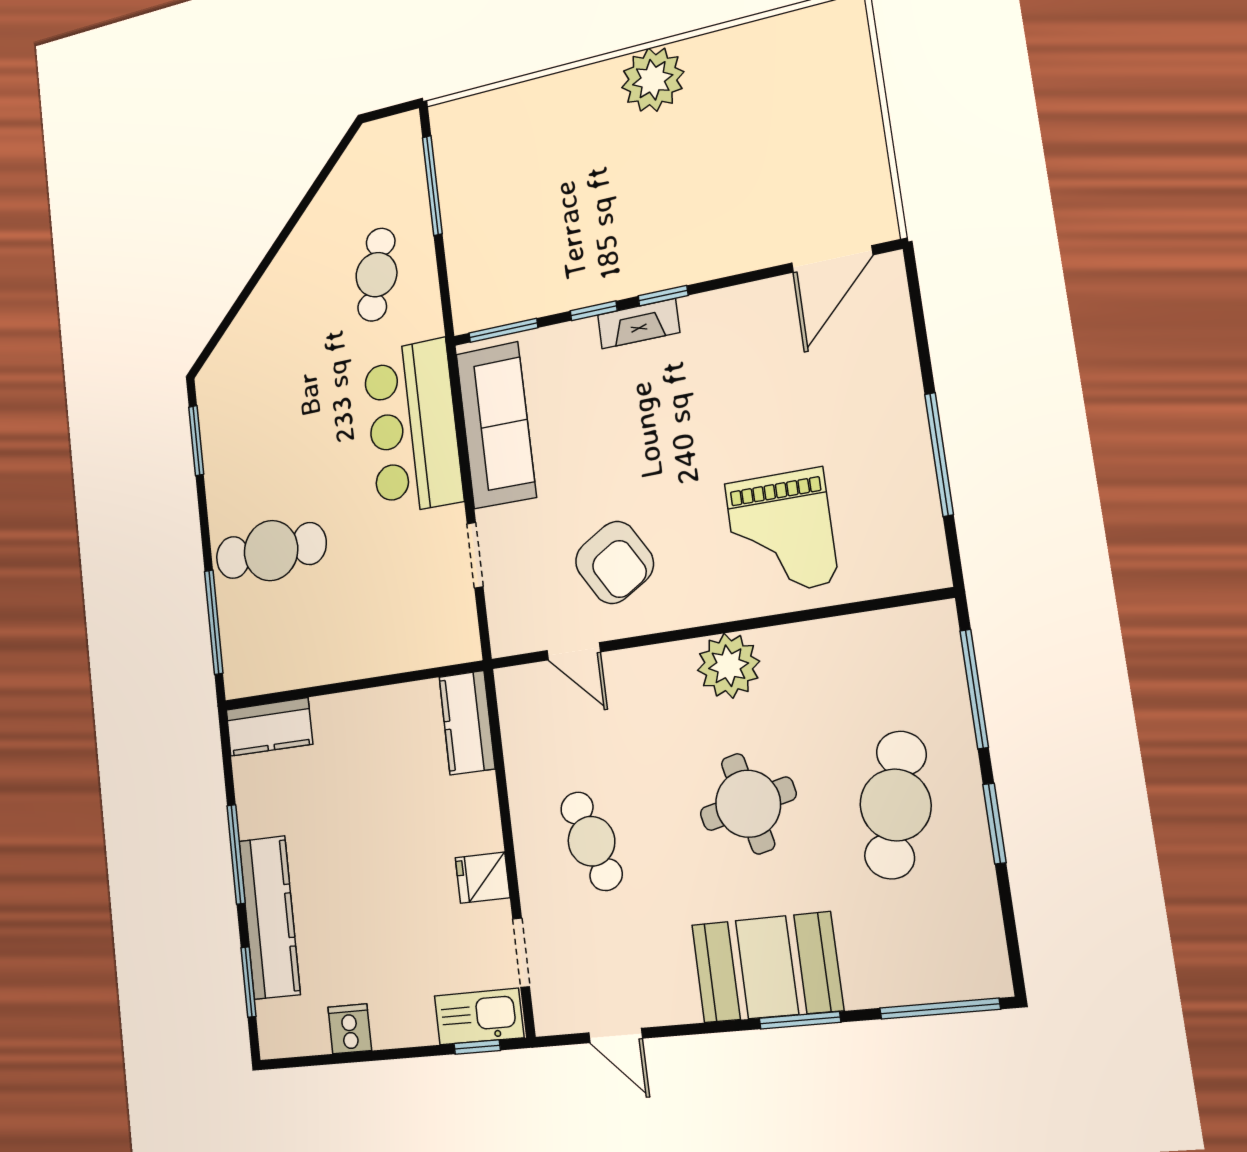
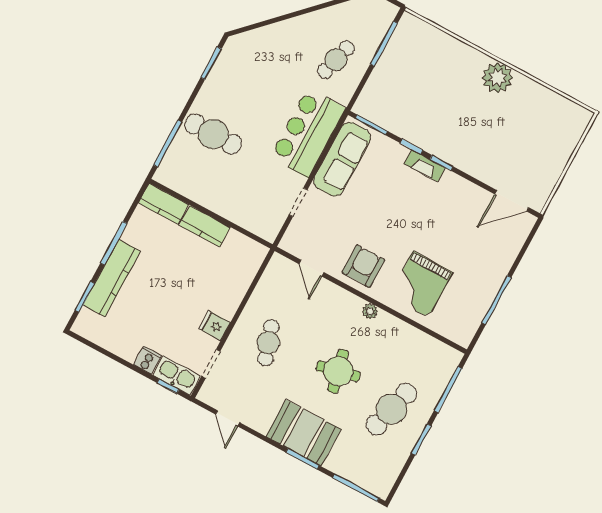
armchair: (614, 562) -> (363, 266), moved, turned -149
plant: (728, 666) -> (370, 311), width x0.53, depth x0.53
kitchen counter: (467, 723) -> (205, 226), moved, turned -90
cooker: (350, 1029) -> (148, 360), moved

